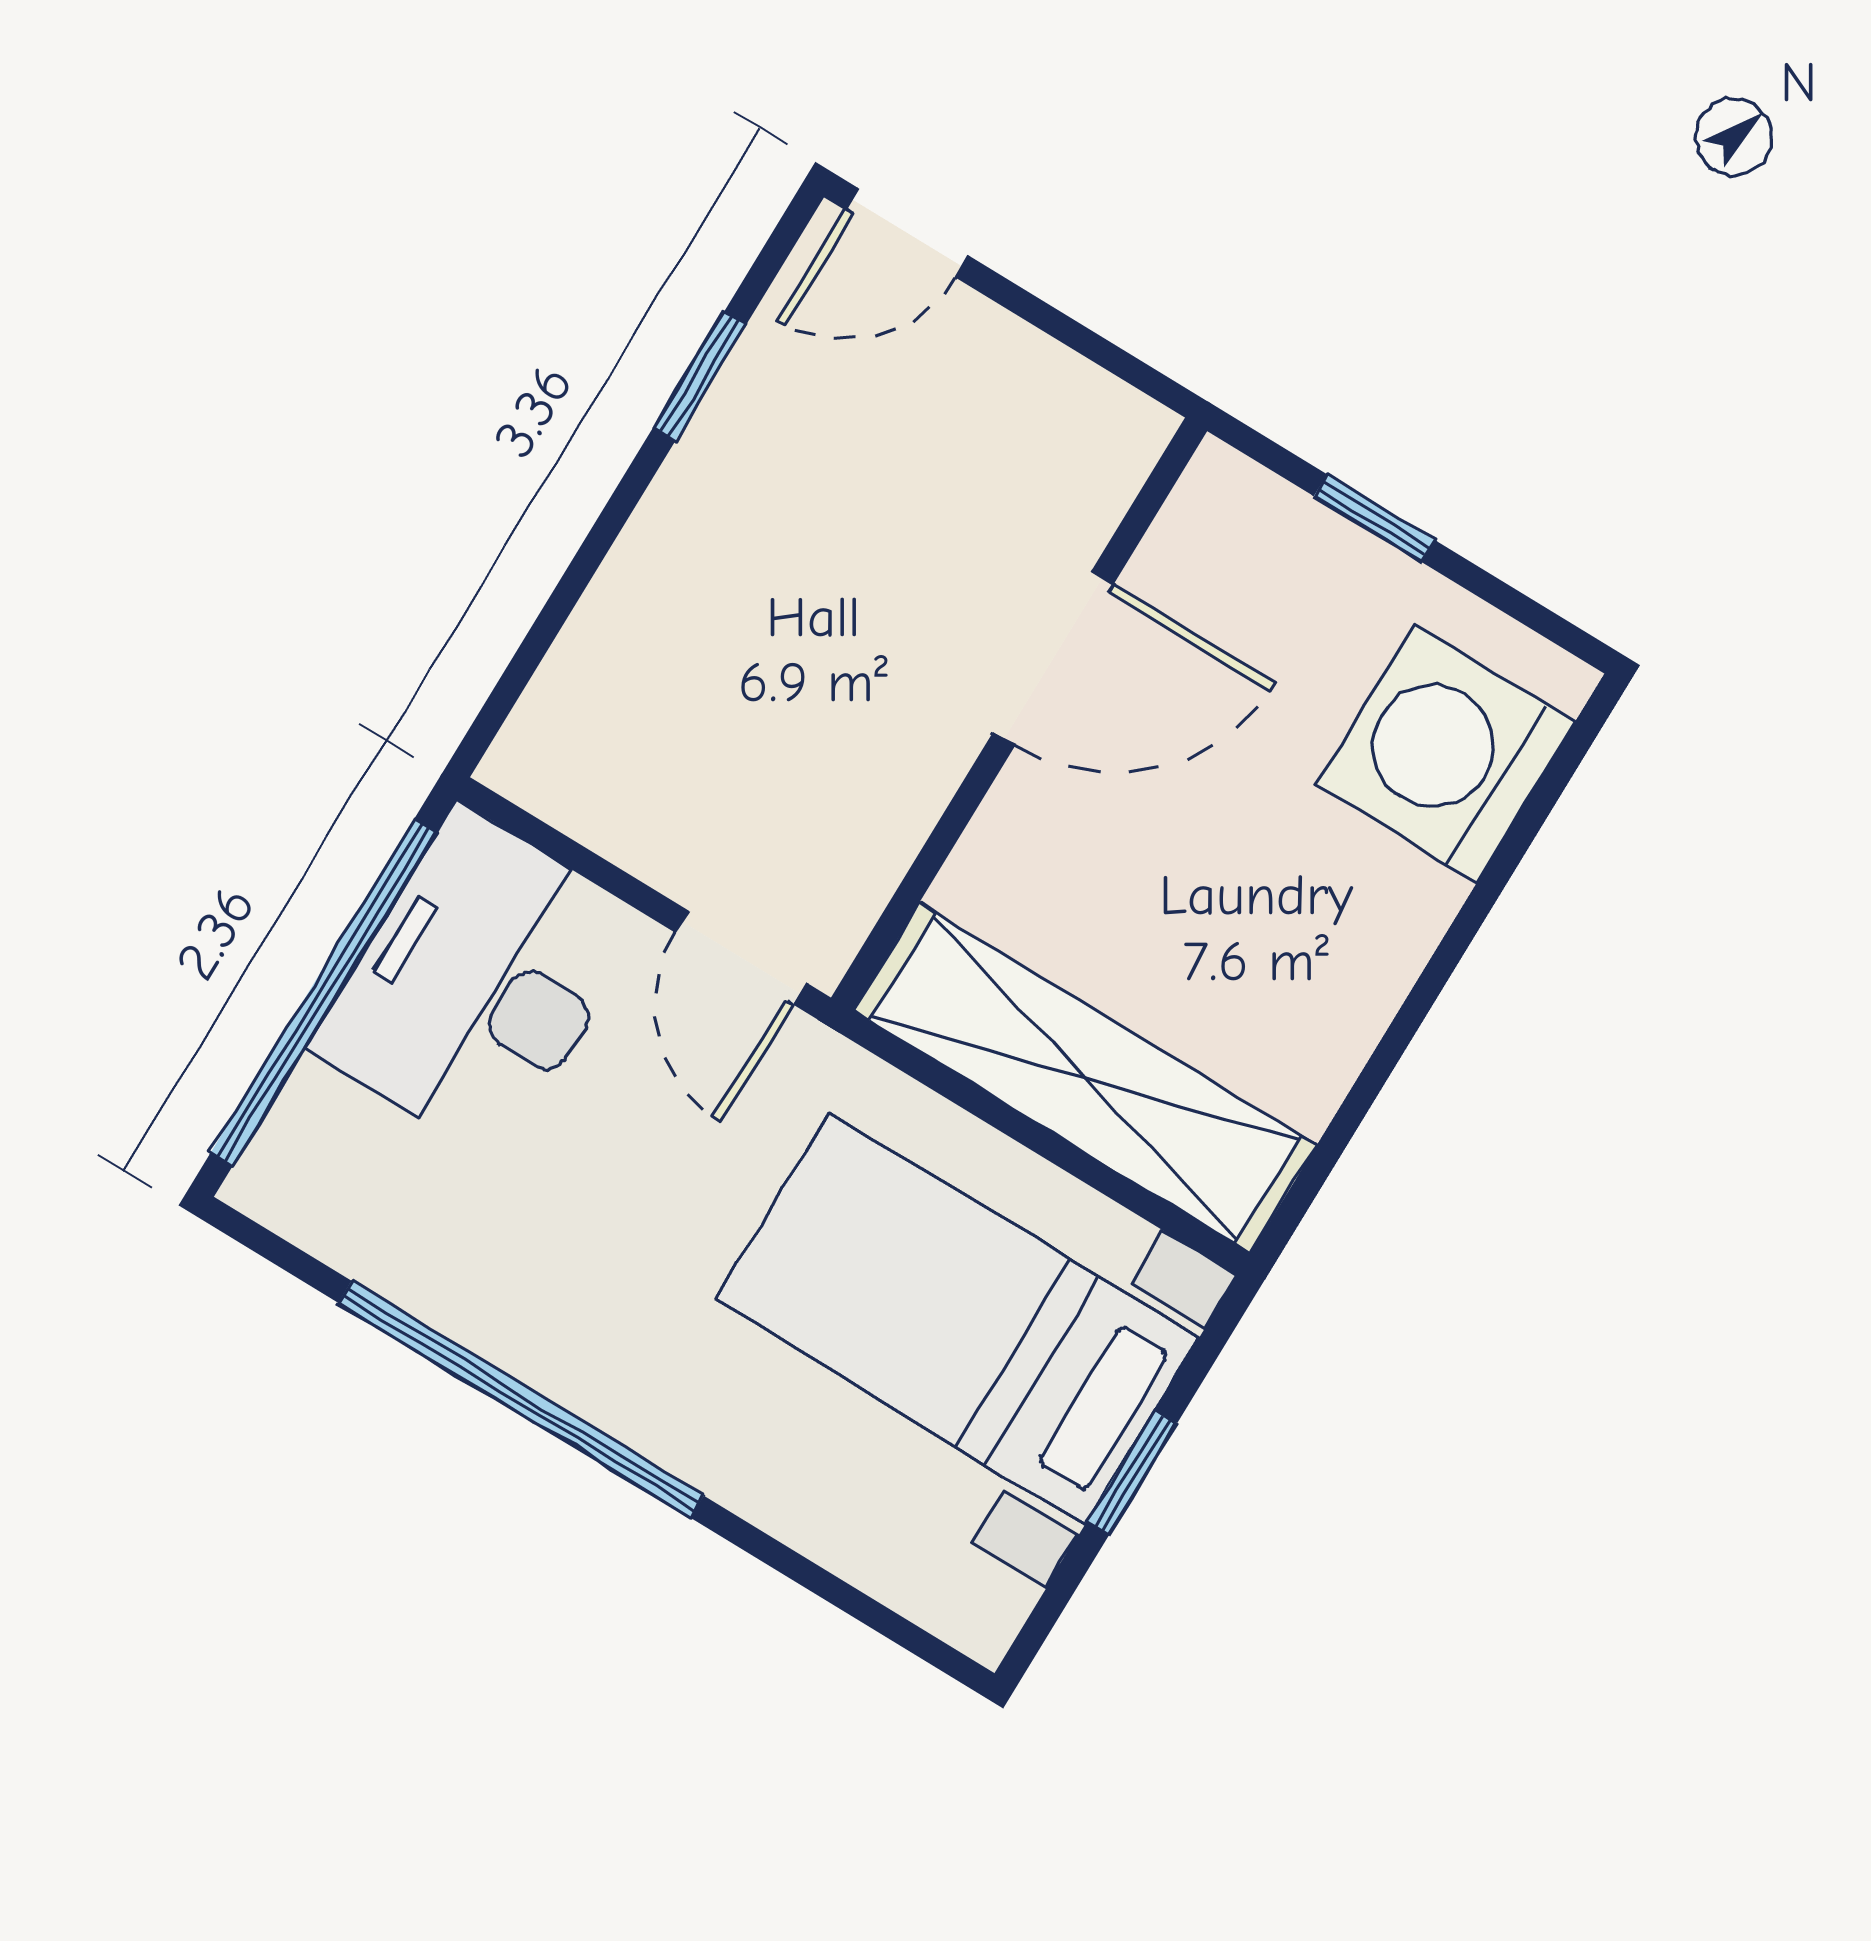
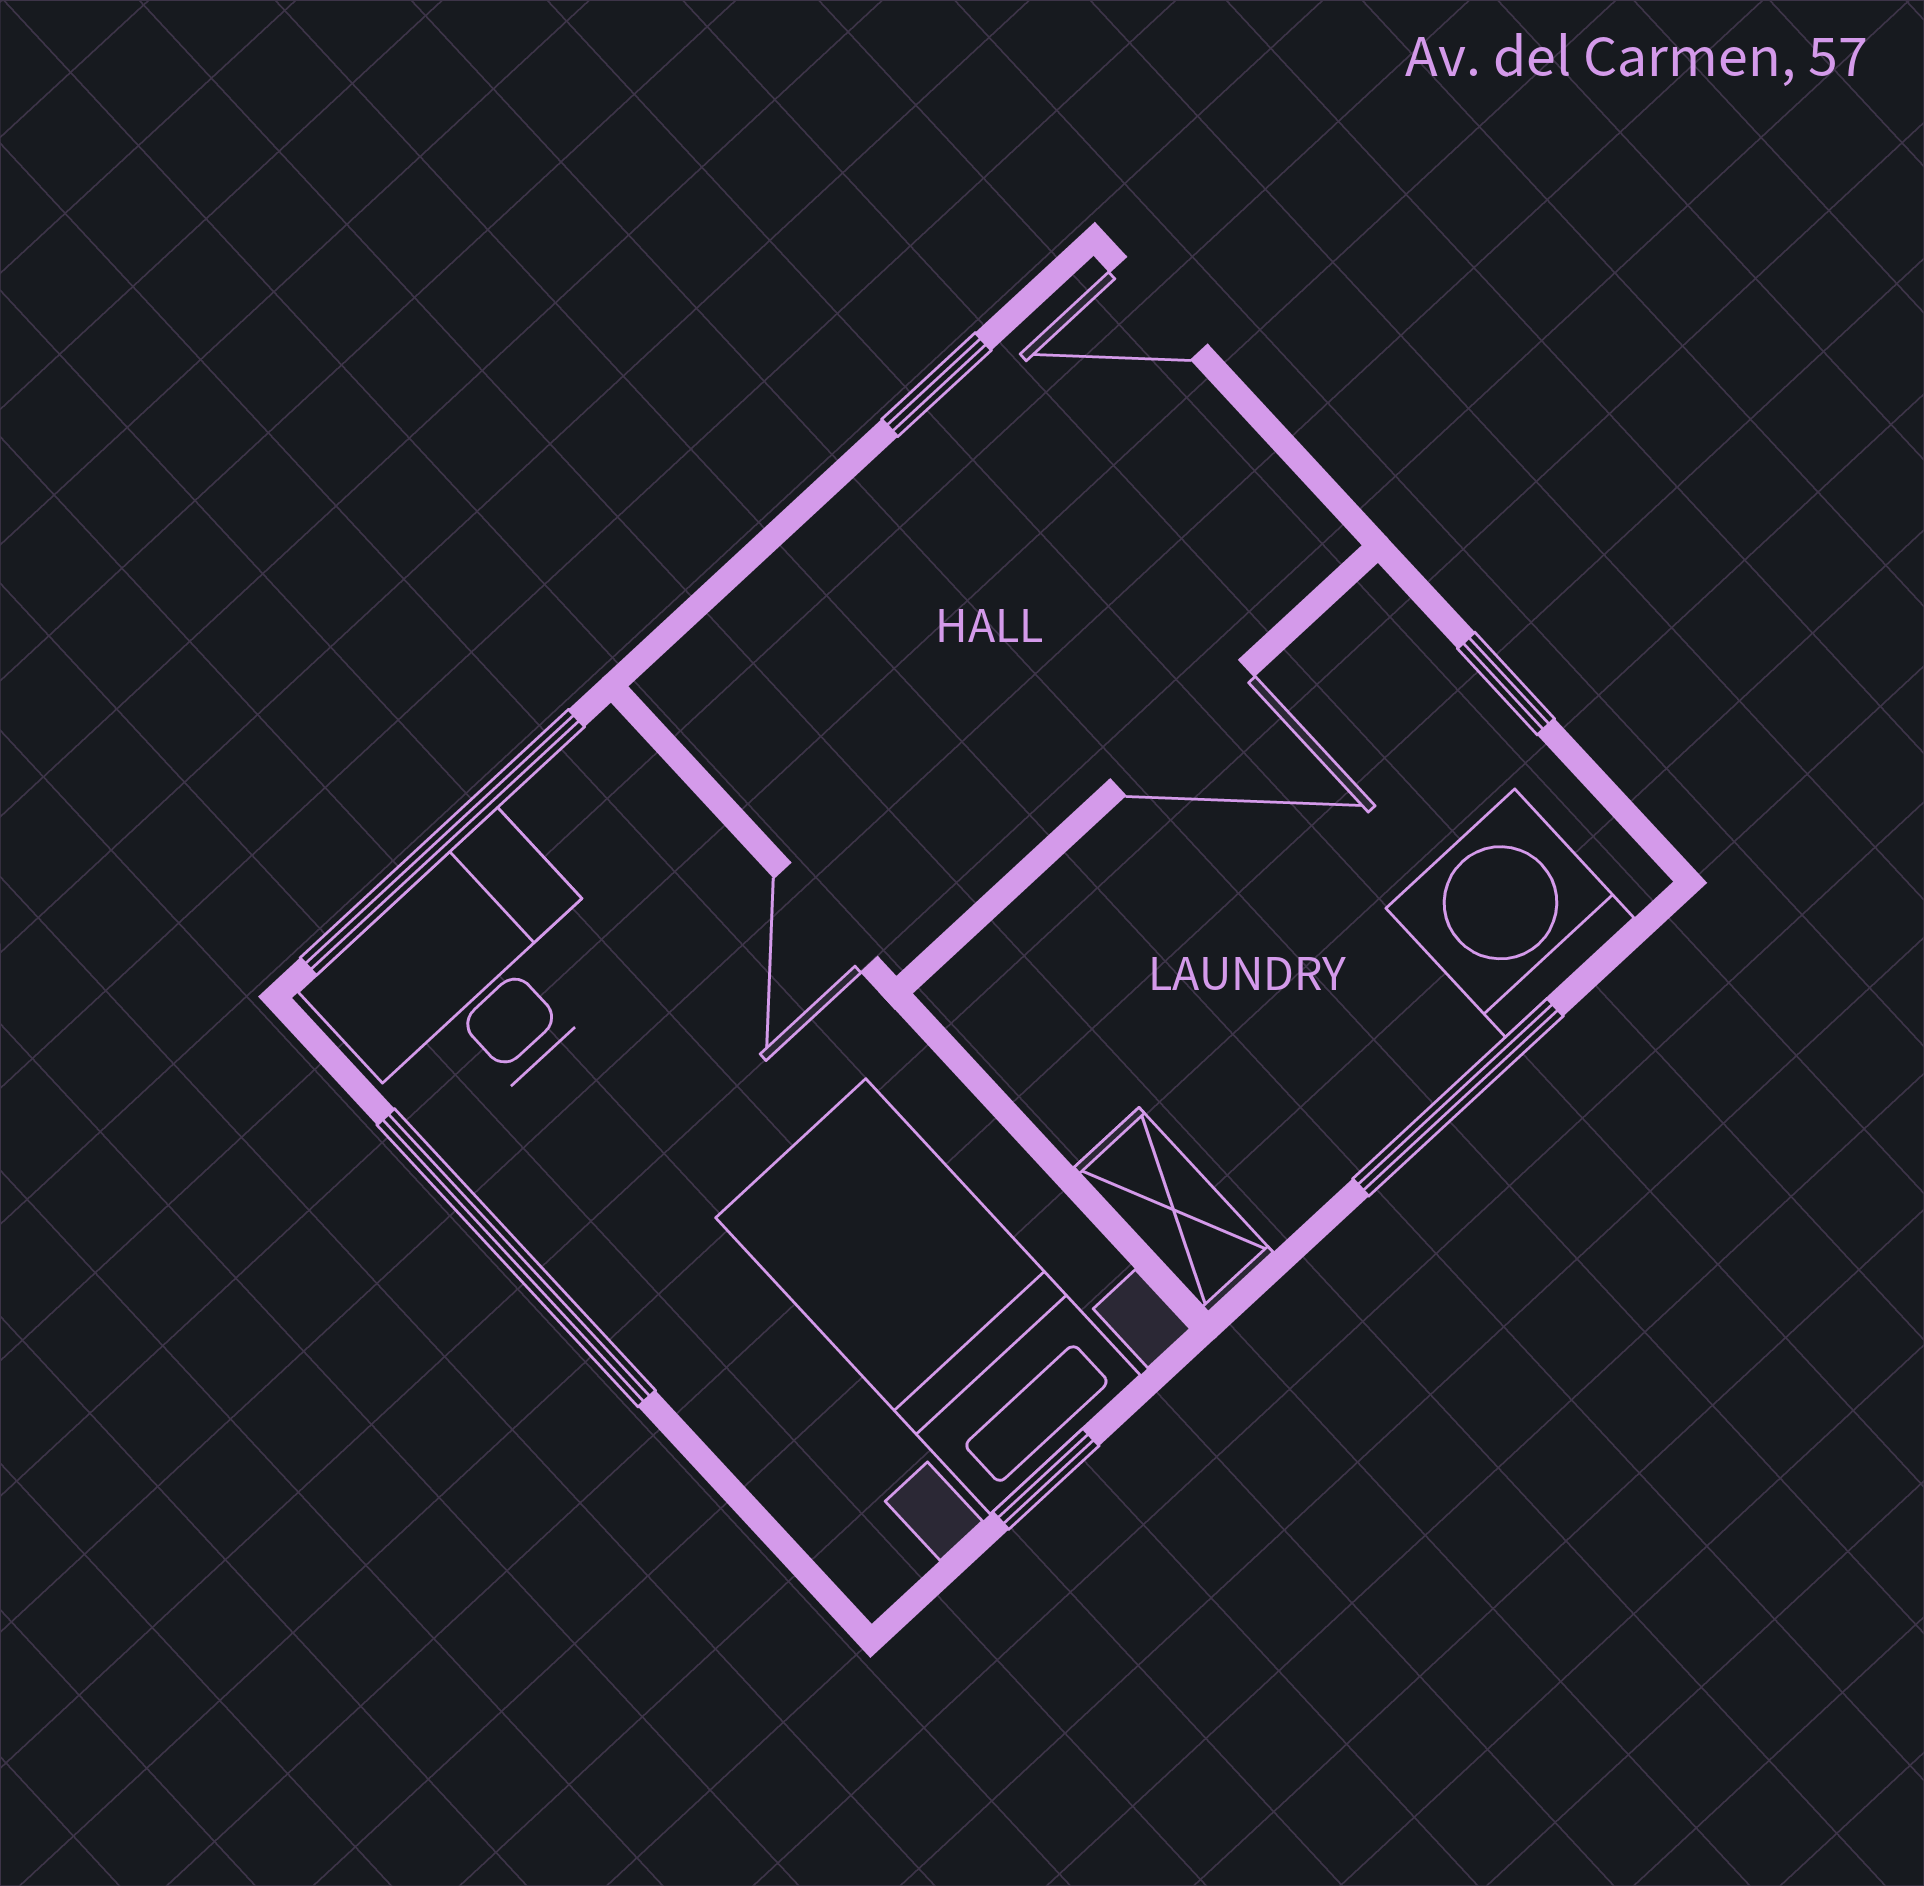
window: (1446, 959) -> (1458, 1097), added
desk: (478, 983) -> (470, 978), moved
shelving: (1085, 1078) -> (1174, 1210), width x0.45, depth x0.75

